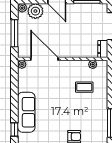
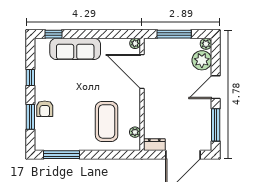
door: (44, 59) -> (142, 72), swing flipped
coffee table: (84, 87) -> (107, 122), width x1.86, depth x1.72

